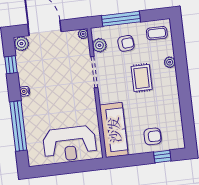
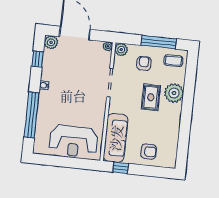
window: (121, 19) -> (159, 42), moved
armchair: (126, 43) -> (144, 63), turned -85
plant: (100, 45) -> (121, 50), moved
plant: (170, 62) -> (174, 93), width x1.87, depth x1.87
window: (162, 156) -> (121, 168), moved

